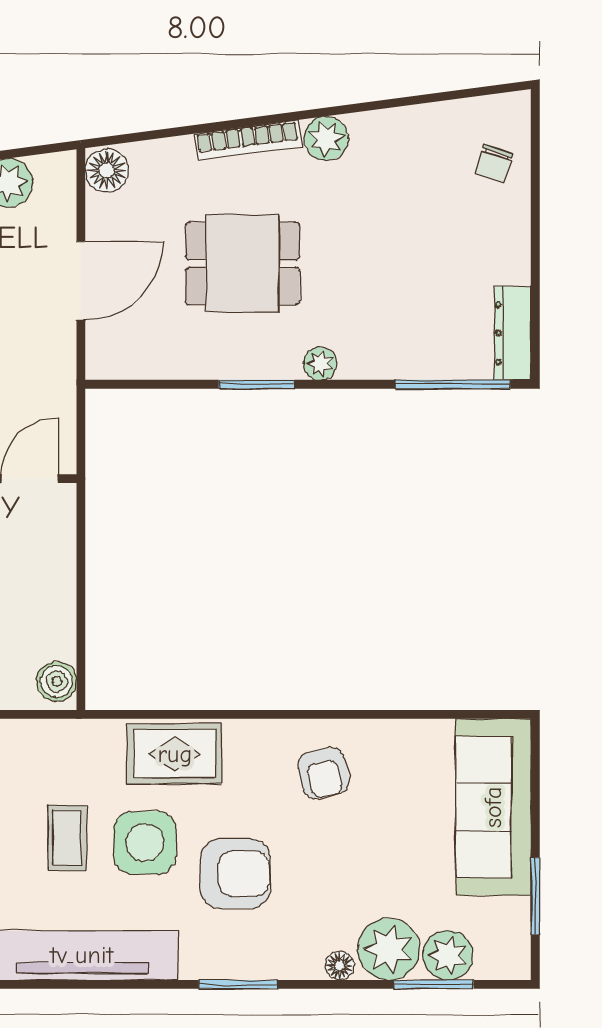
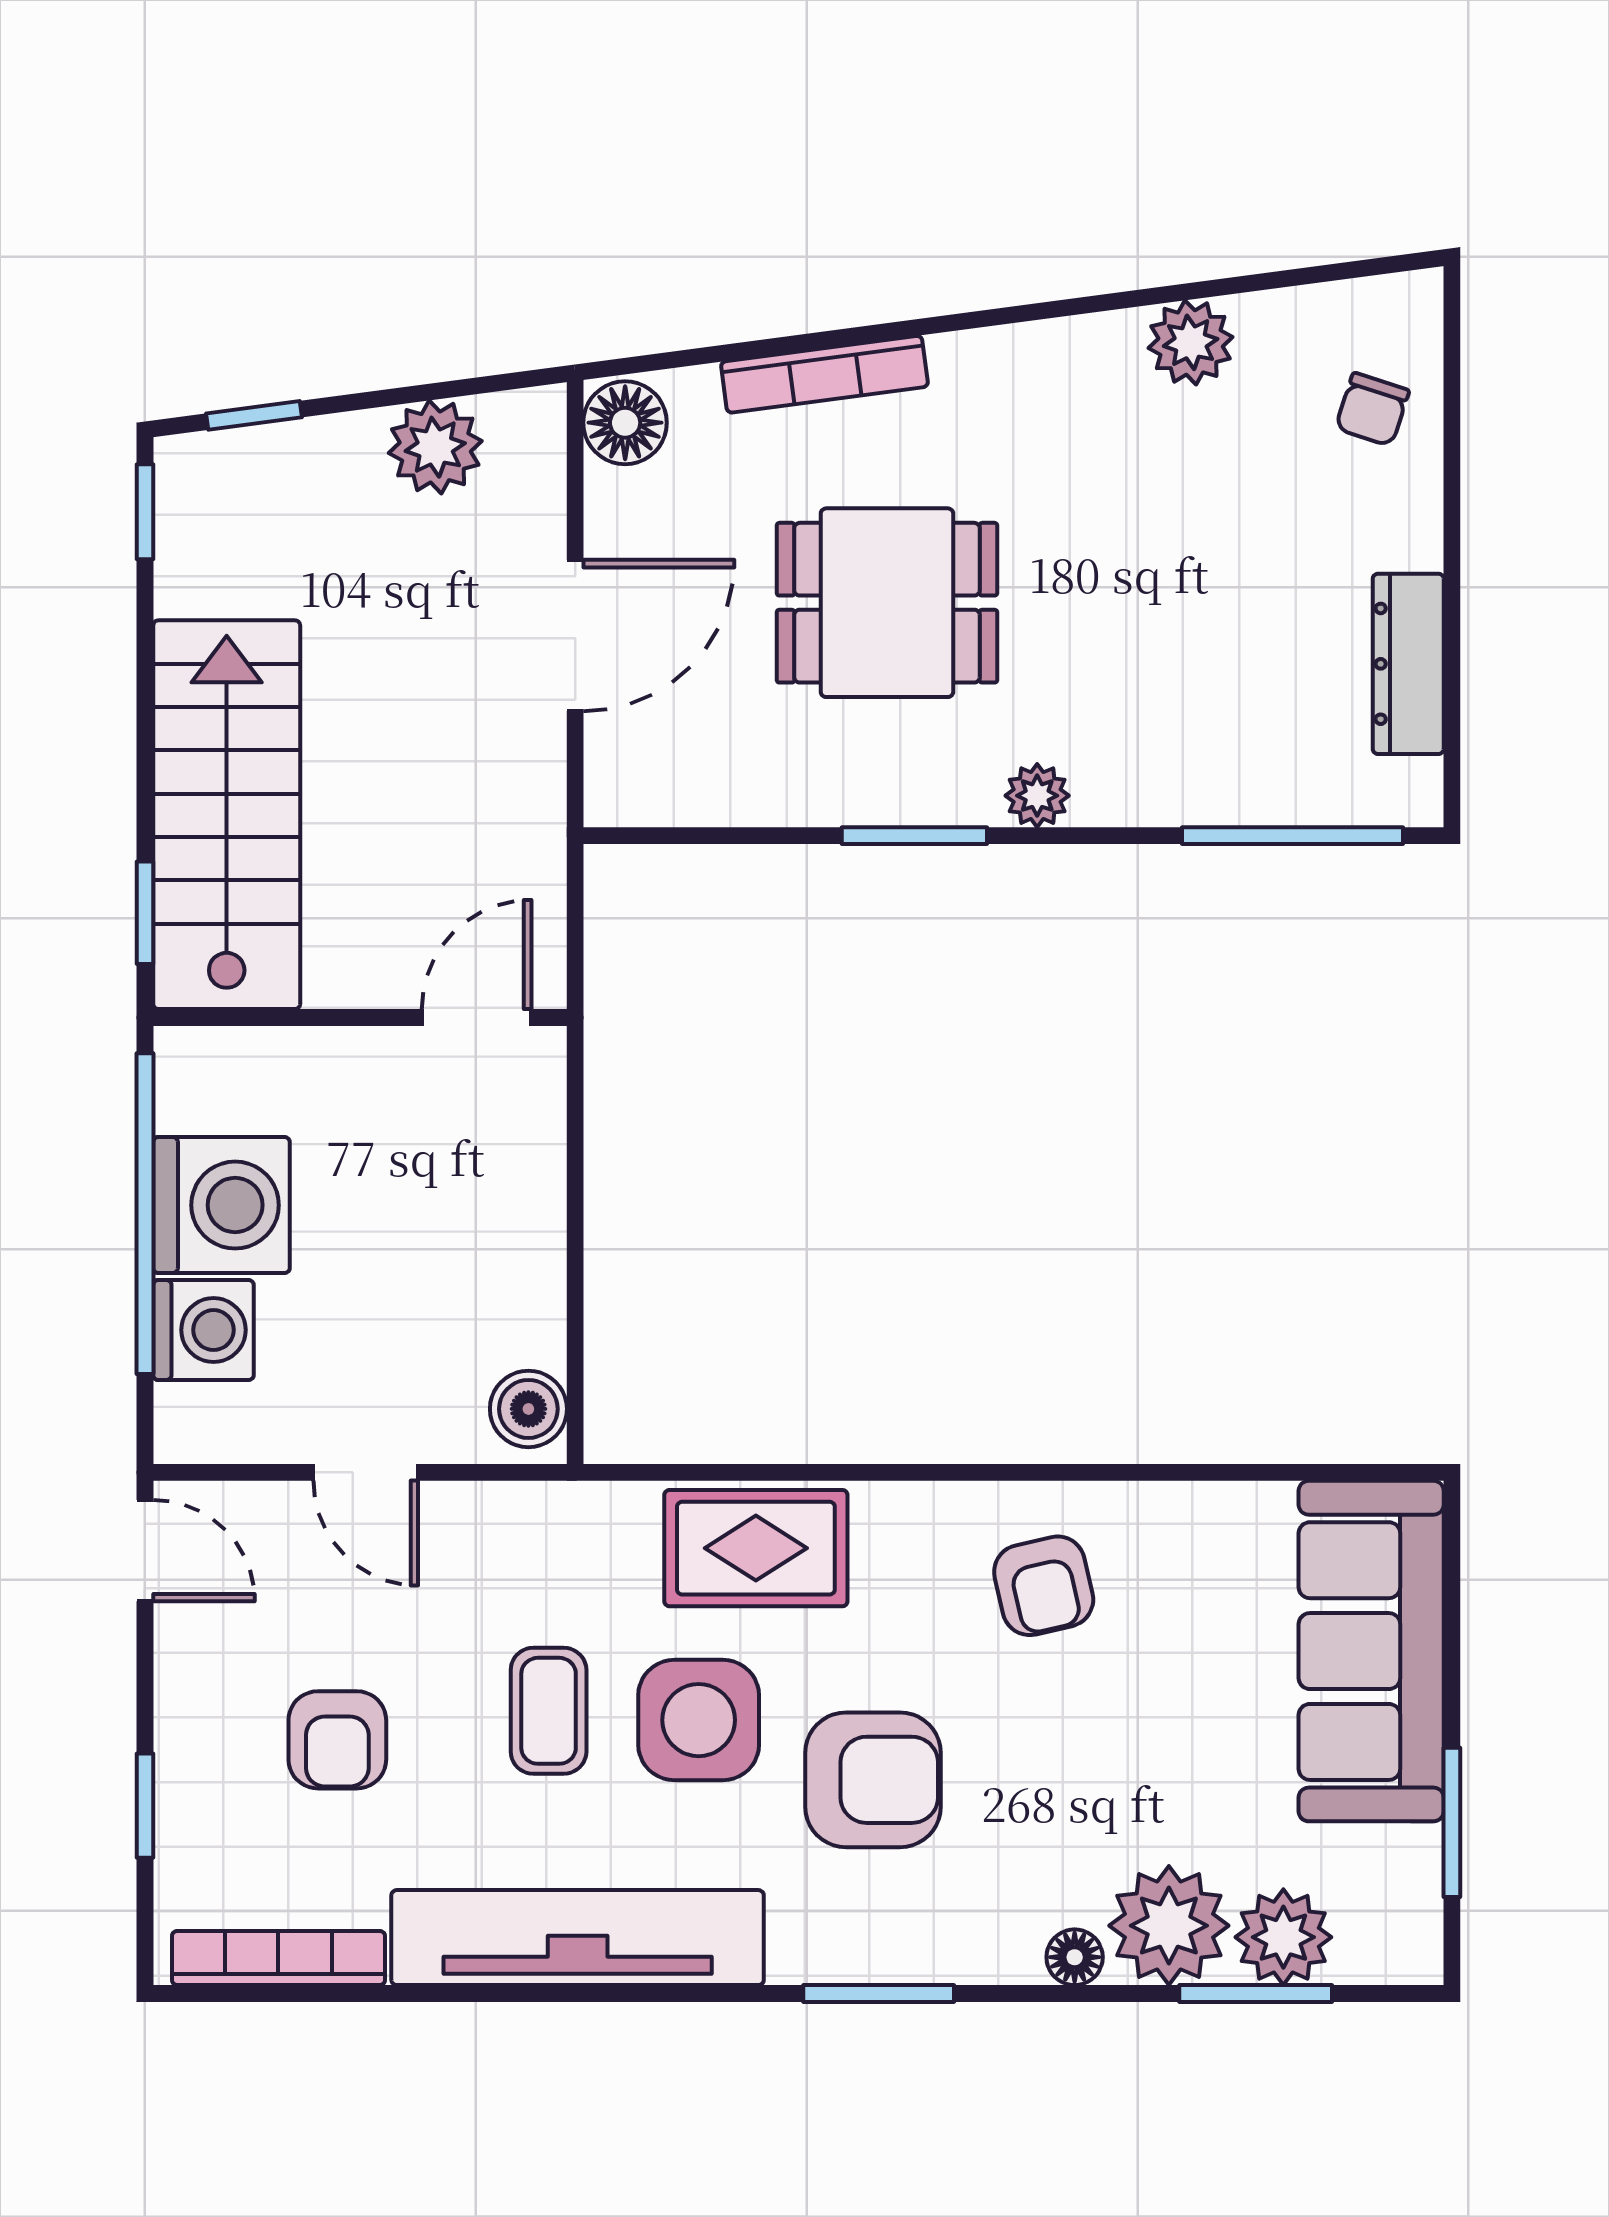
plant: (326, 138) -> (1191, 342), moved
bookcase: (248, 140) -> (824, 374), moved
dresser: (513, 333) -> (1408, 664), moved

